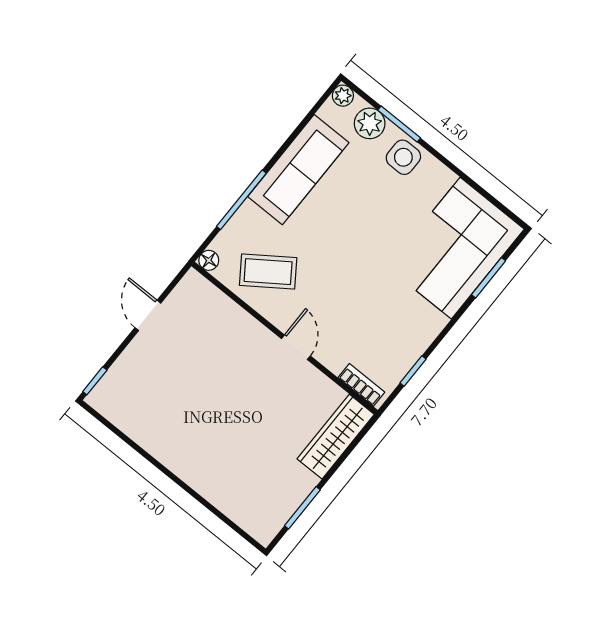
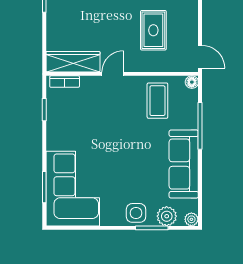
coffee table: (268, 272) -> (157, 101), turned -55
door: (148, 315) -> (200, 57), moved
door: (296, 347) -> (113, 74), swing flipped
rug: (204, 360) -> (153, 30), added
wardrobe: (336, 437) -> (73, 62), moved, turned -90

